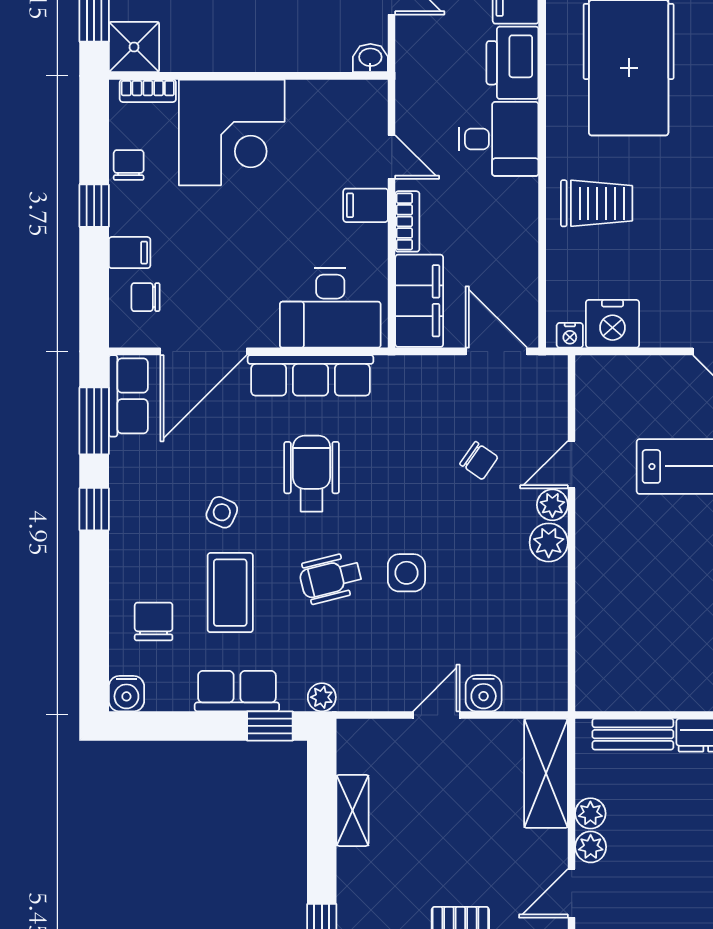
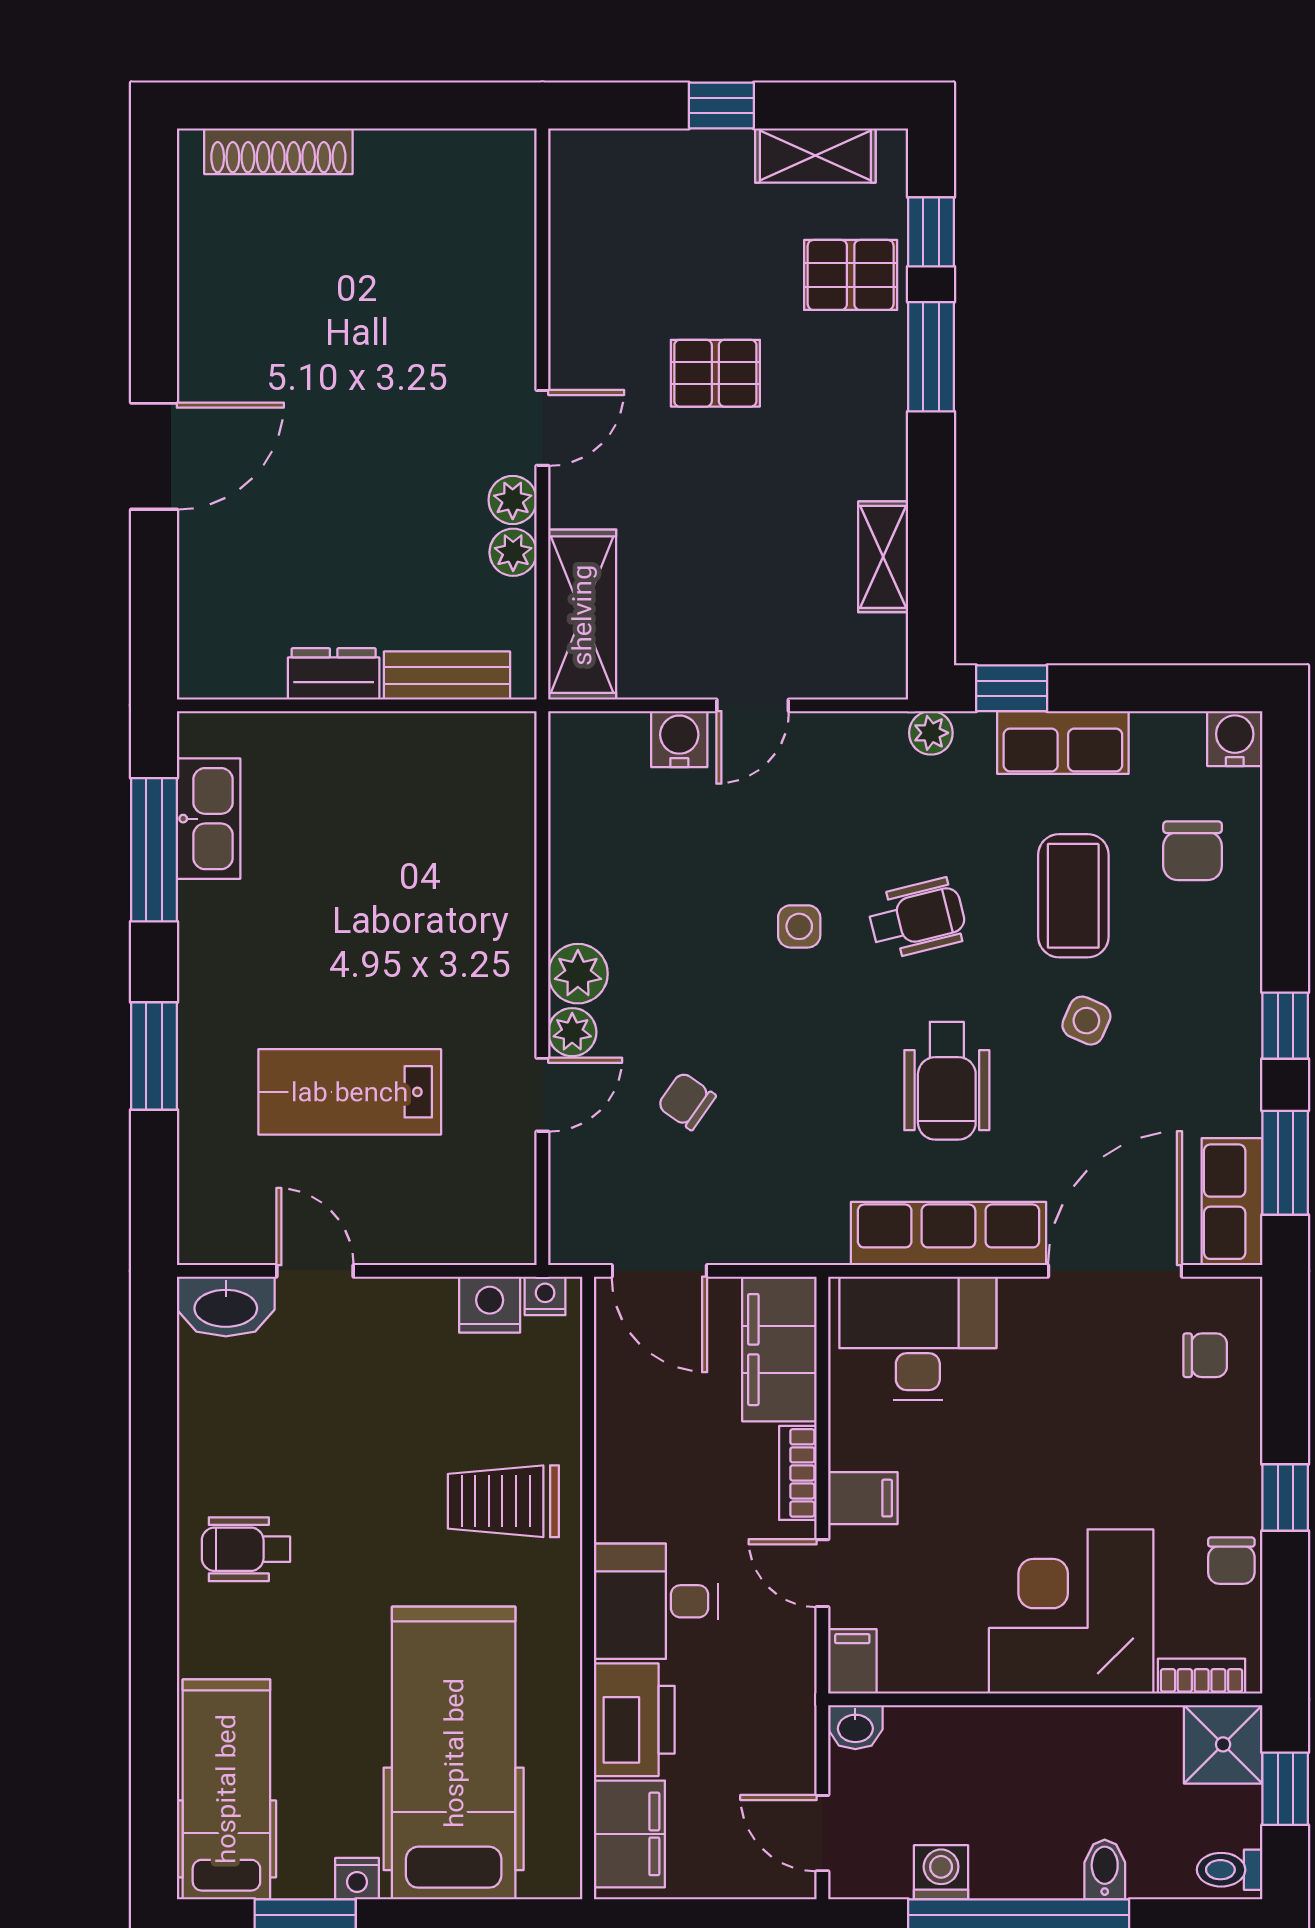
filing cabinet: (130, 253) -> (852, 1661), moved, turned 90
nightstand: (613, 324) -> (490, 1305), width x0.74, depth x0.75
side table: (406, 573) -> (799, 926), width x0.73, depth x0.73

